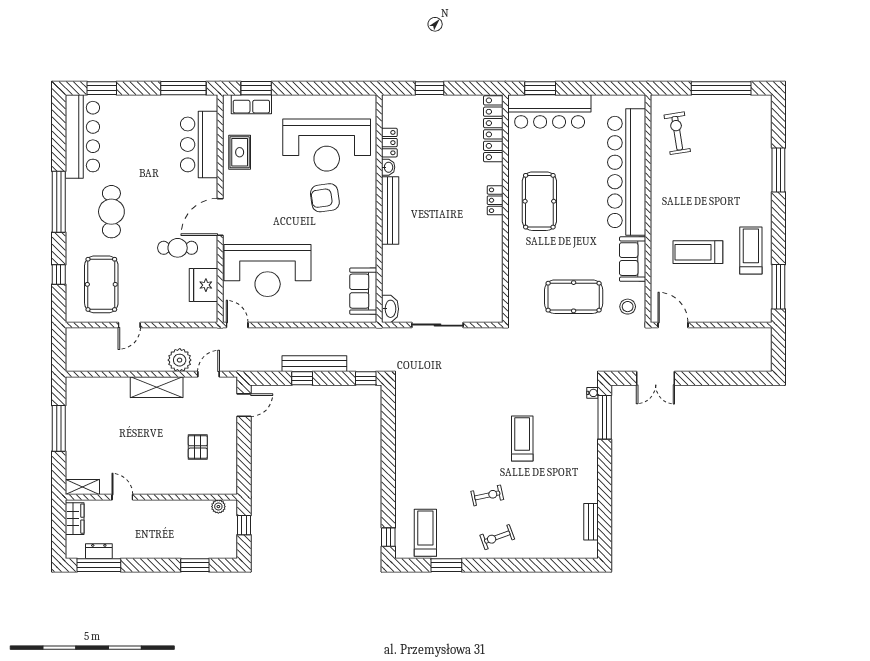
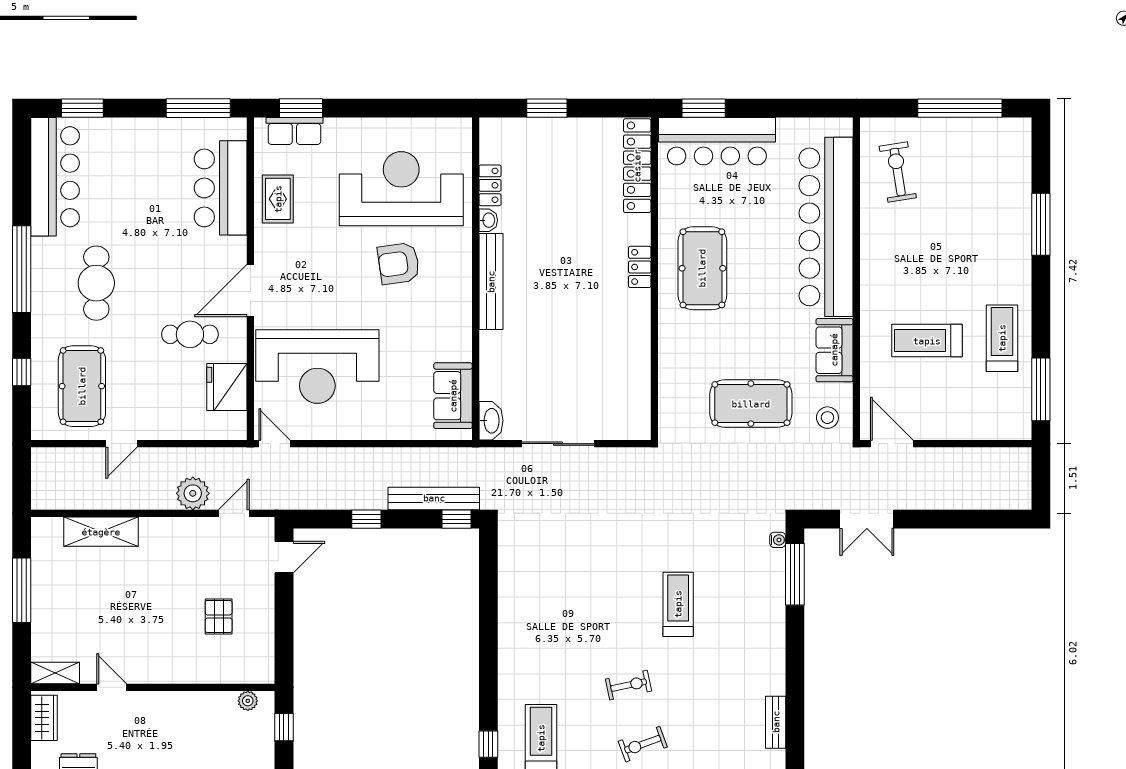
reception desk: (327, 145) -> (401, 189), turned 180
bench: (314, 364) -> (434, 498), moved
shelving: (157, 387) -> (101, 532), moved

